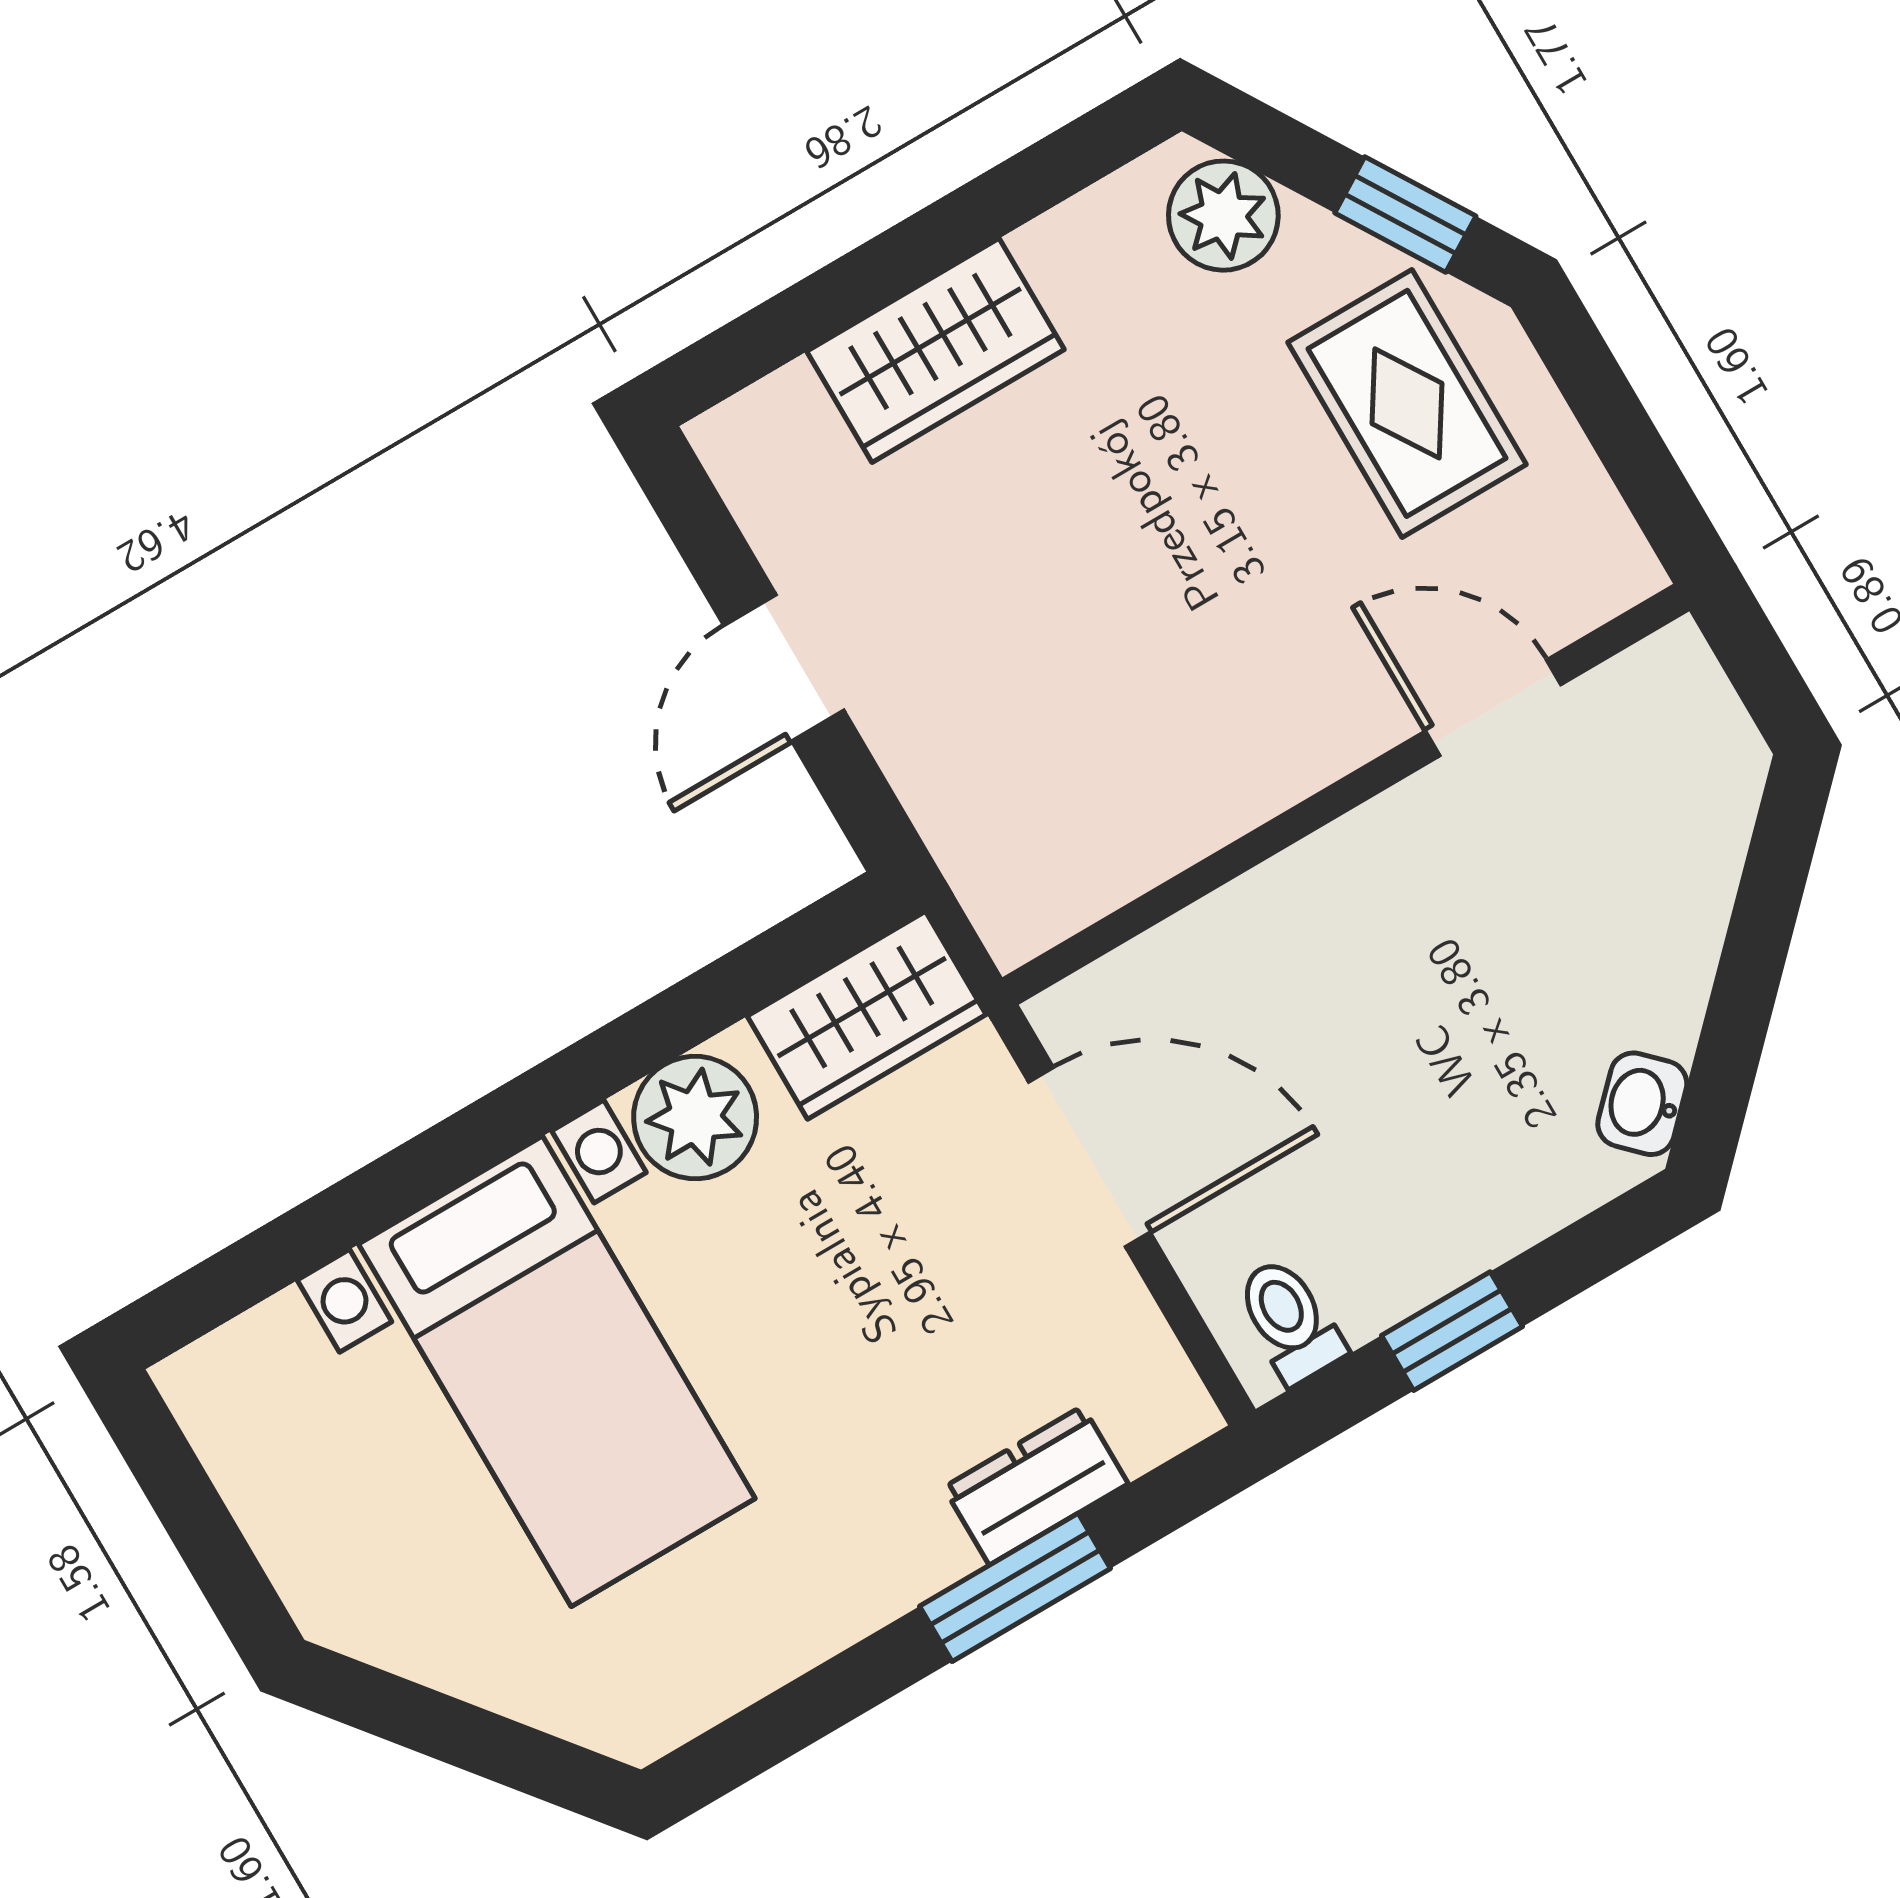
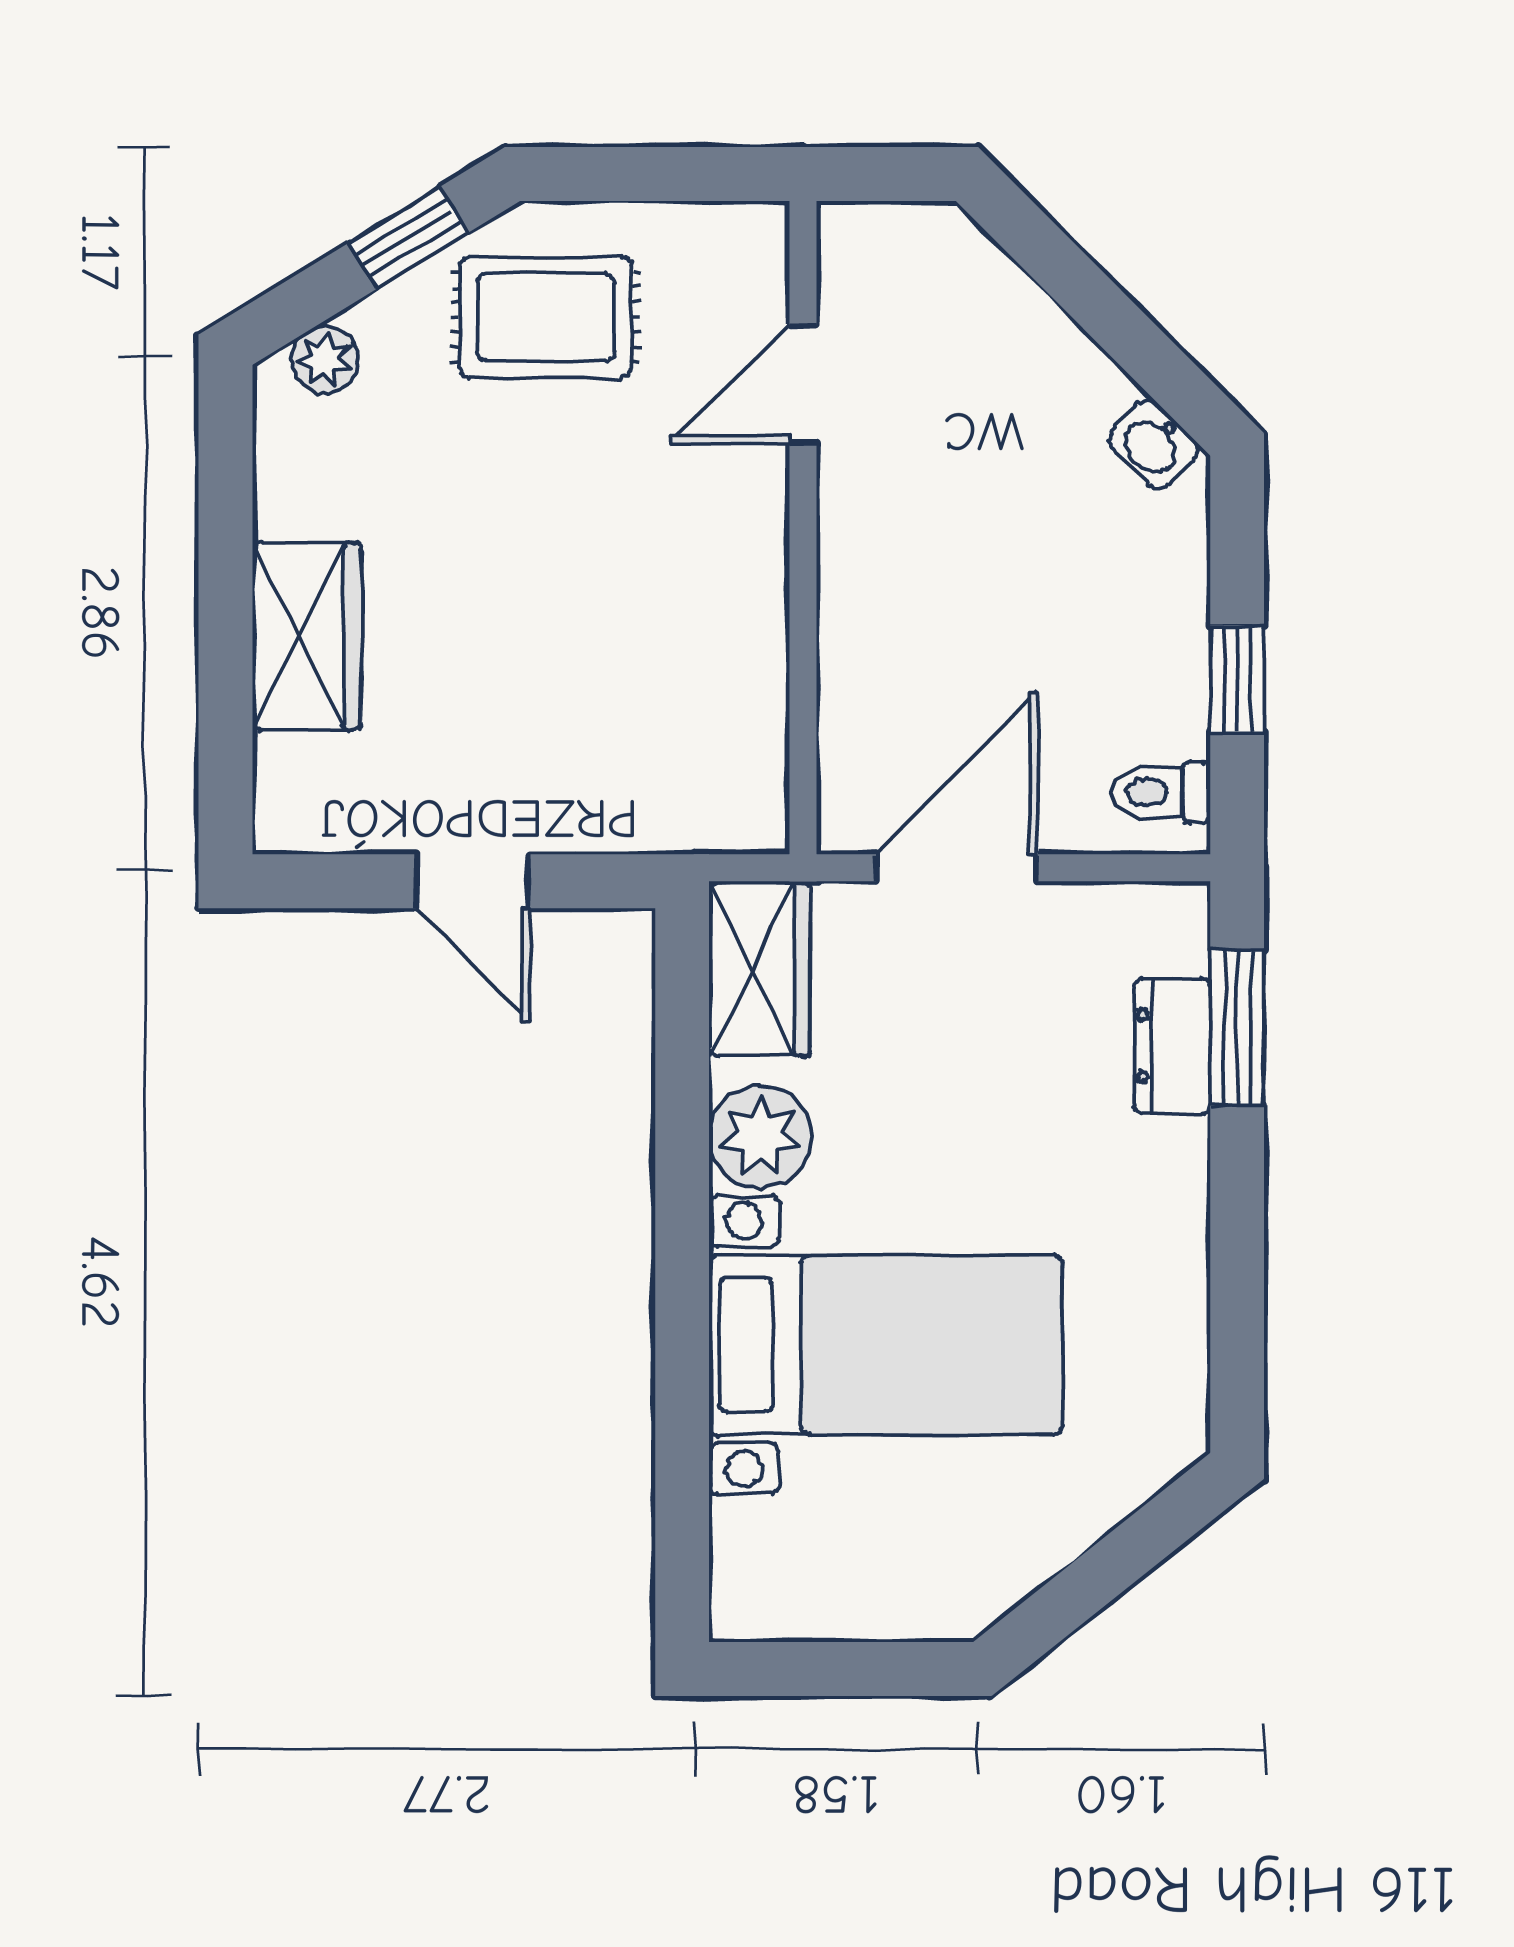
plant: (1223, 216) -> (325, 360), width x0.73, depth x0.73
window: (1015, 1587) -> (1237, 1028), moved

